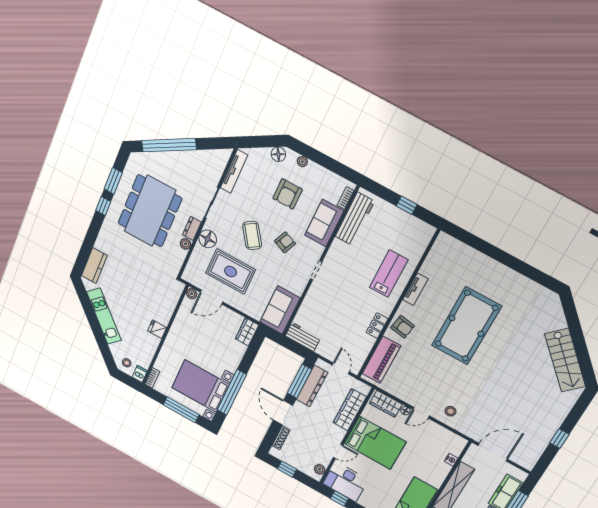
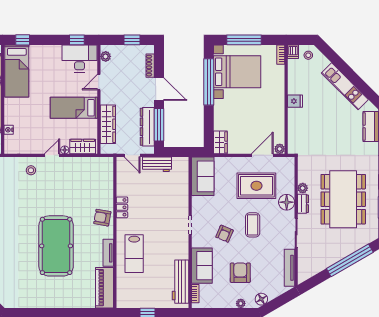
coffee table: (252, 235) -> (253, 225), turned 34
workbench: (303, 337) -> (157, 164), moved
piano: (381, 360) -> (105, 288), moved
bed: (375, 443) -> (74, 108), width x0.67

